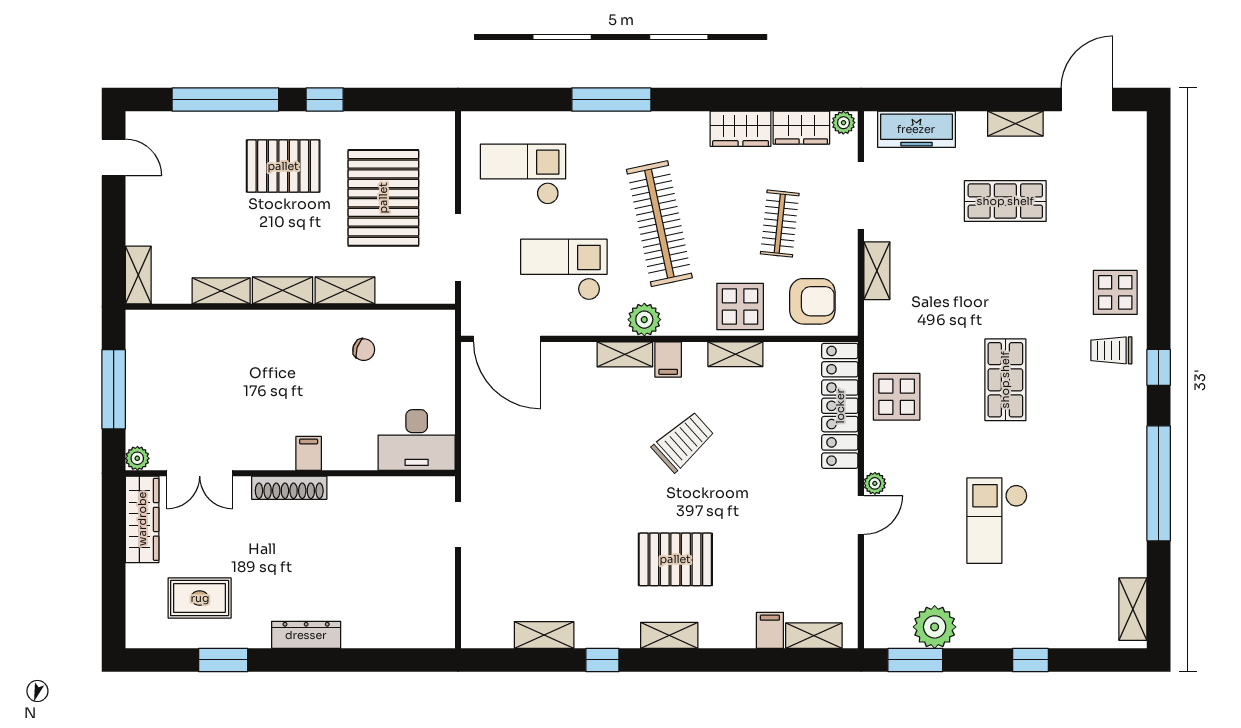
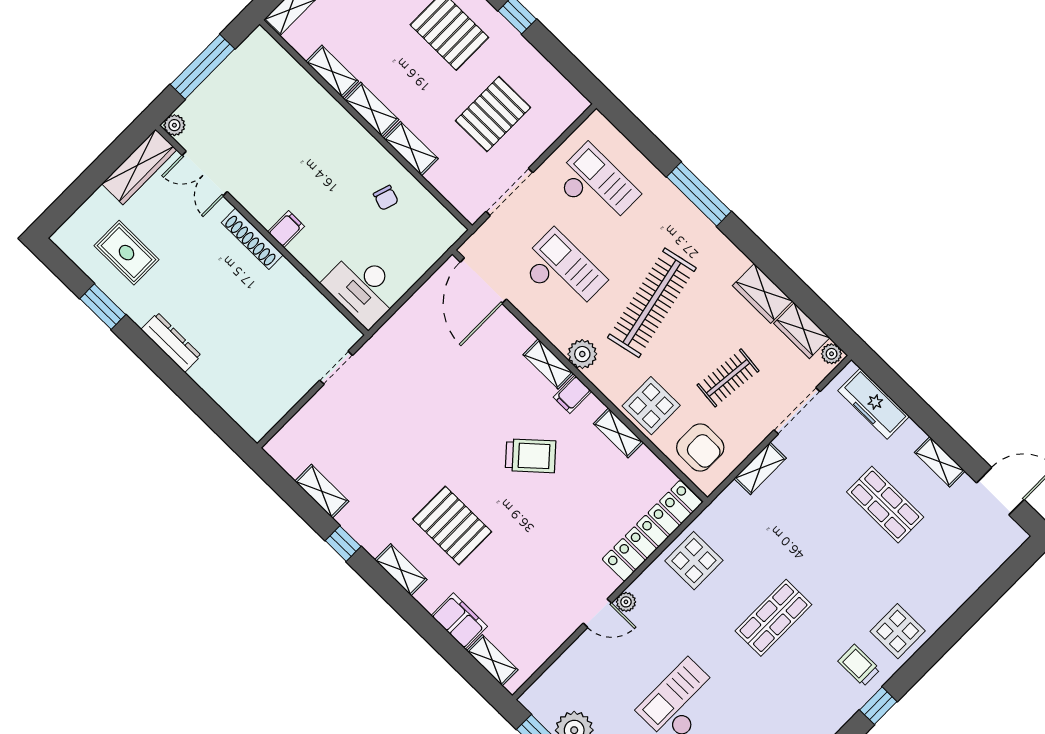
pallet: (383, 198) -> (493, 114), width x0.73, depth x0.71
filing cabinet: (770, 630) -> (459, 621), width x2.00

